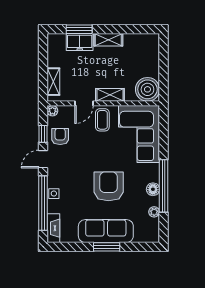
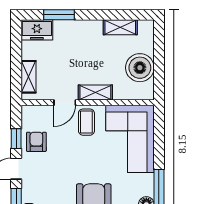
shelving: (108, 40) -> (120, 27), moved
freezer: (80, 42) -> (37, 30), moved
boiler: (147, 89) -> (140, 68), moved
plant: (52, 111) -> (27, 111), removed

